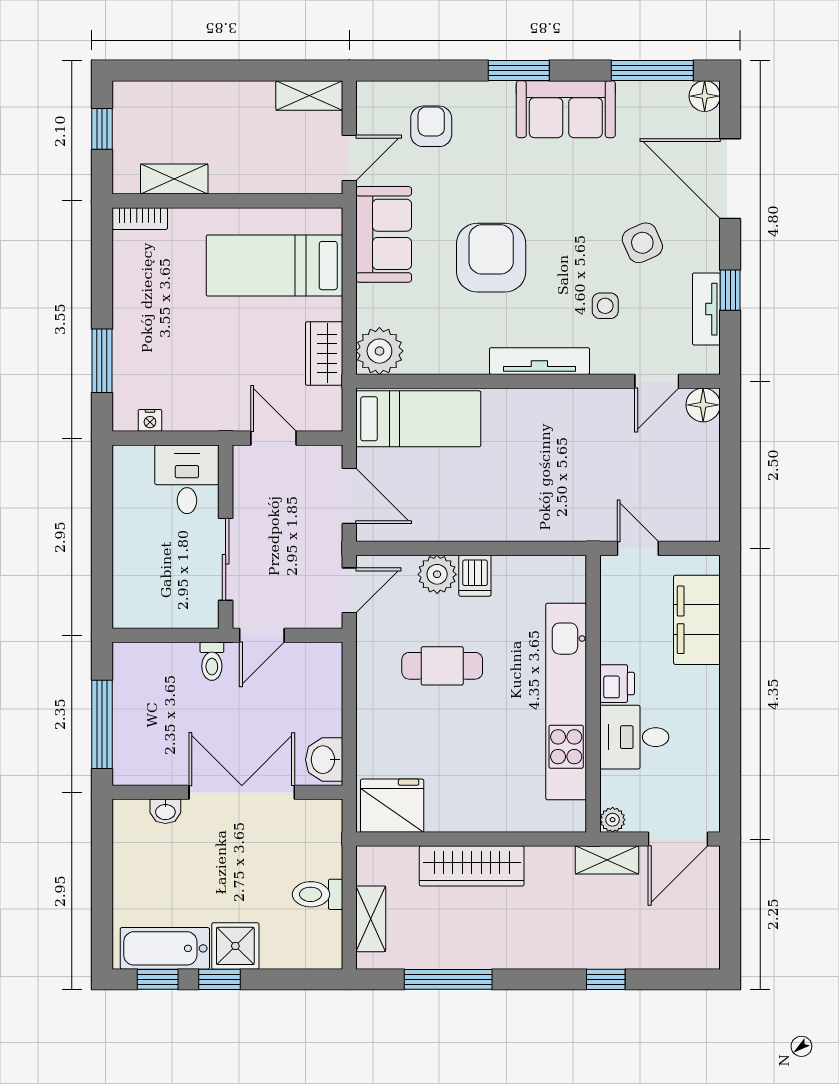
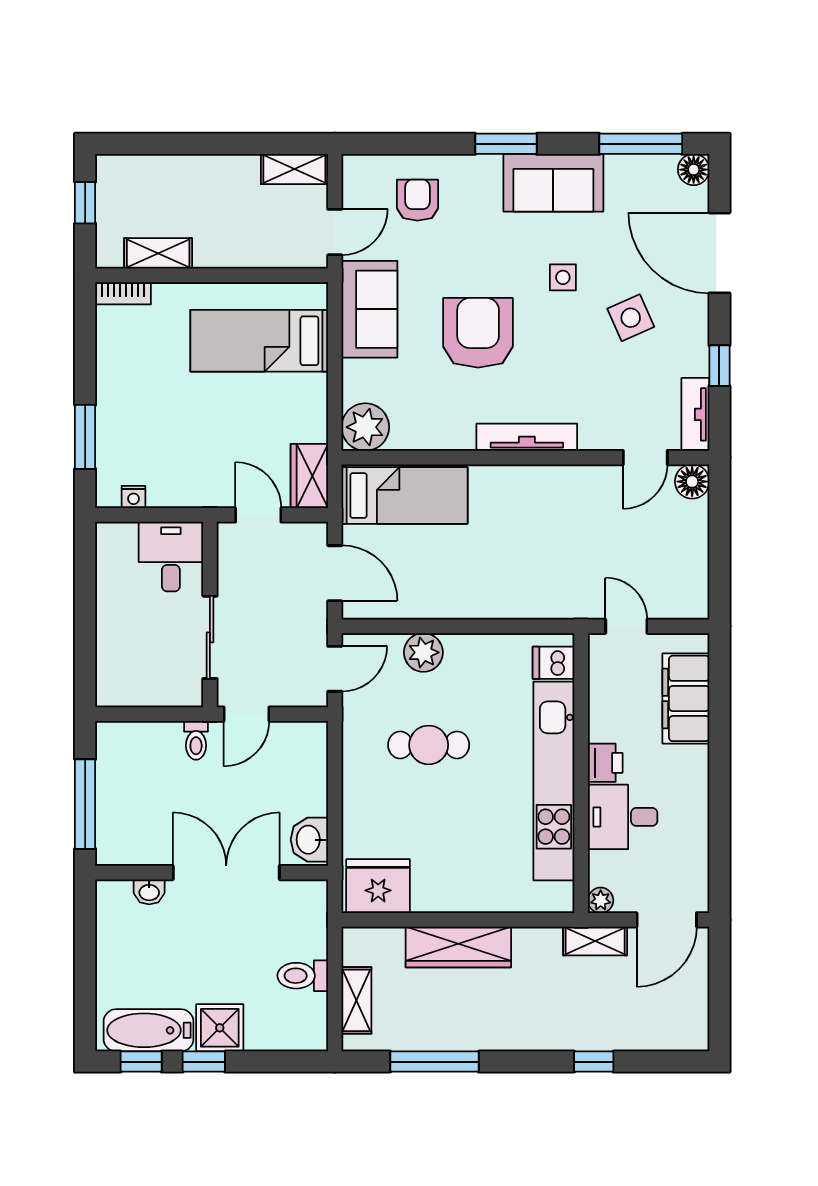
side table: (605, 306) -> (563, 277), moved
tv unit: (706, 309) -> (695, 414), moved
wardrobe: (324, 353) -> (309, 476), moved
dishwasher: (475, 576) -> (553, 663), moved, turned 90

